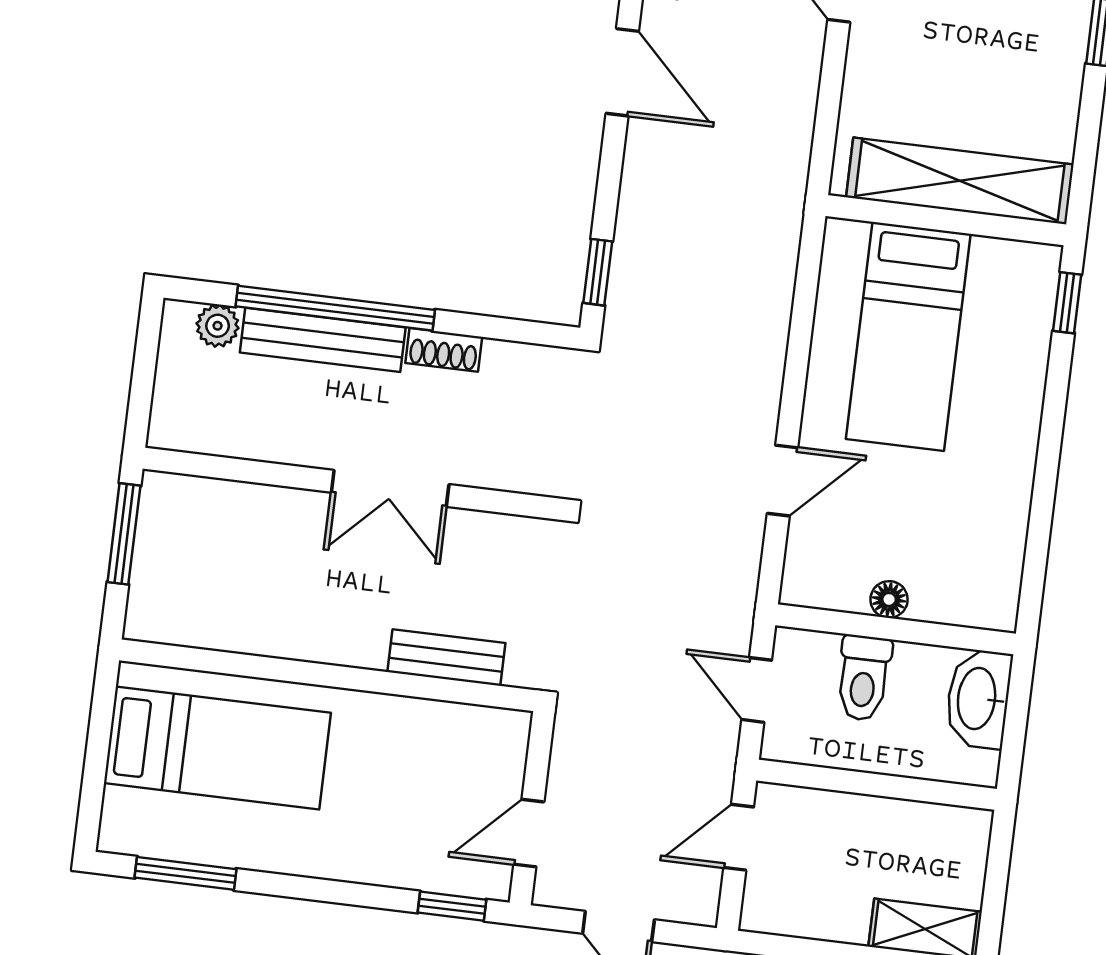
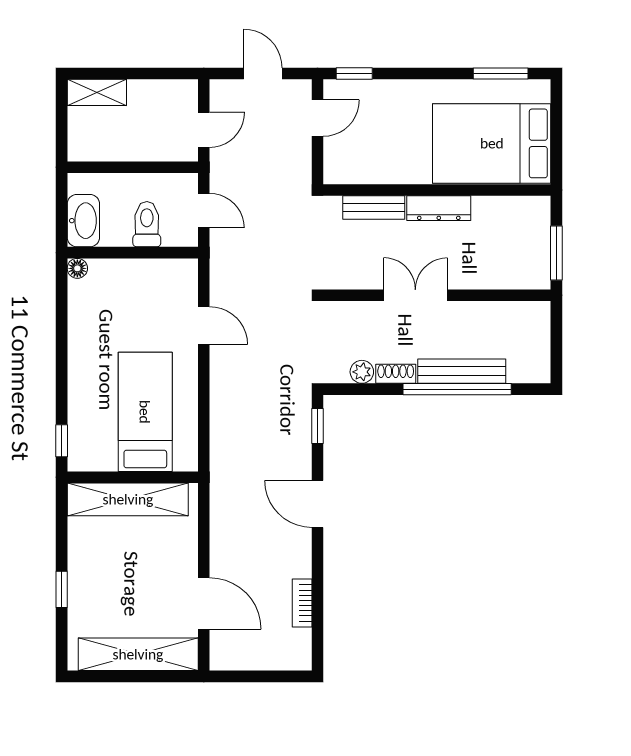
door: (622, 72) -> (318, 504), moved
plant: (218, 326) -> (362, 372), moved
door: (782, 481) -> (204, 326), swing flipped
floor lamp: (889, 599) -> (77, 268), moved
dresser: (328, 642) -> (439, 208), added
bed: (217, 748) -> (492, 143), width x1.50

